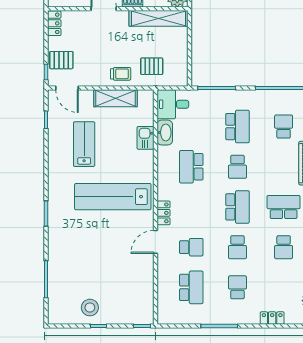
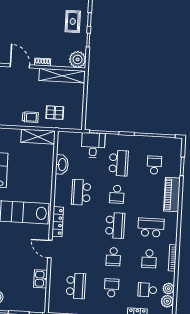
shelving: (115, 98) -> (38, 137), moved
desk: (173, 104) -> (93, 145), moved, turned 90
kitchen sink: (145, 138) -> (41, 279), moved
locker: (163, 213) -> (58, 222), width x1.53
door: (155, 242) -> (50, 249), hinge flipped
school desk: (191, 247) -> (147, 290), moved, turned 180

